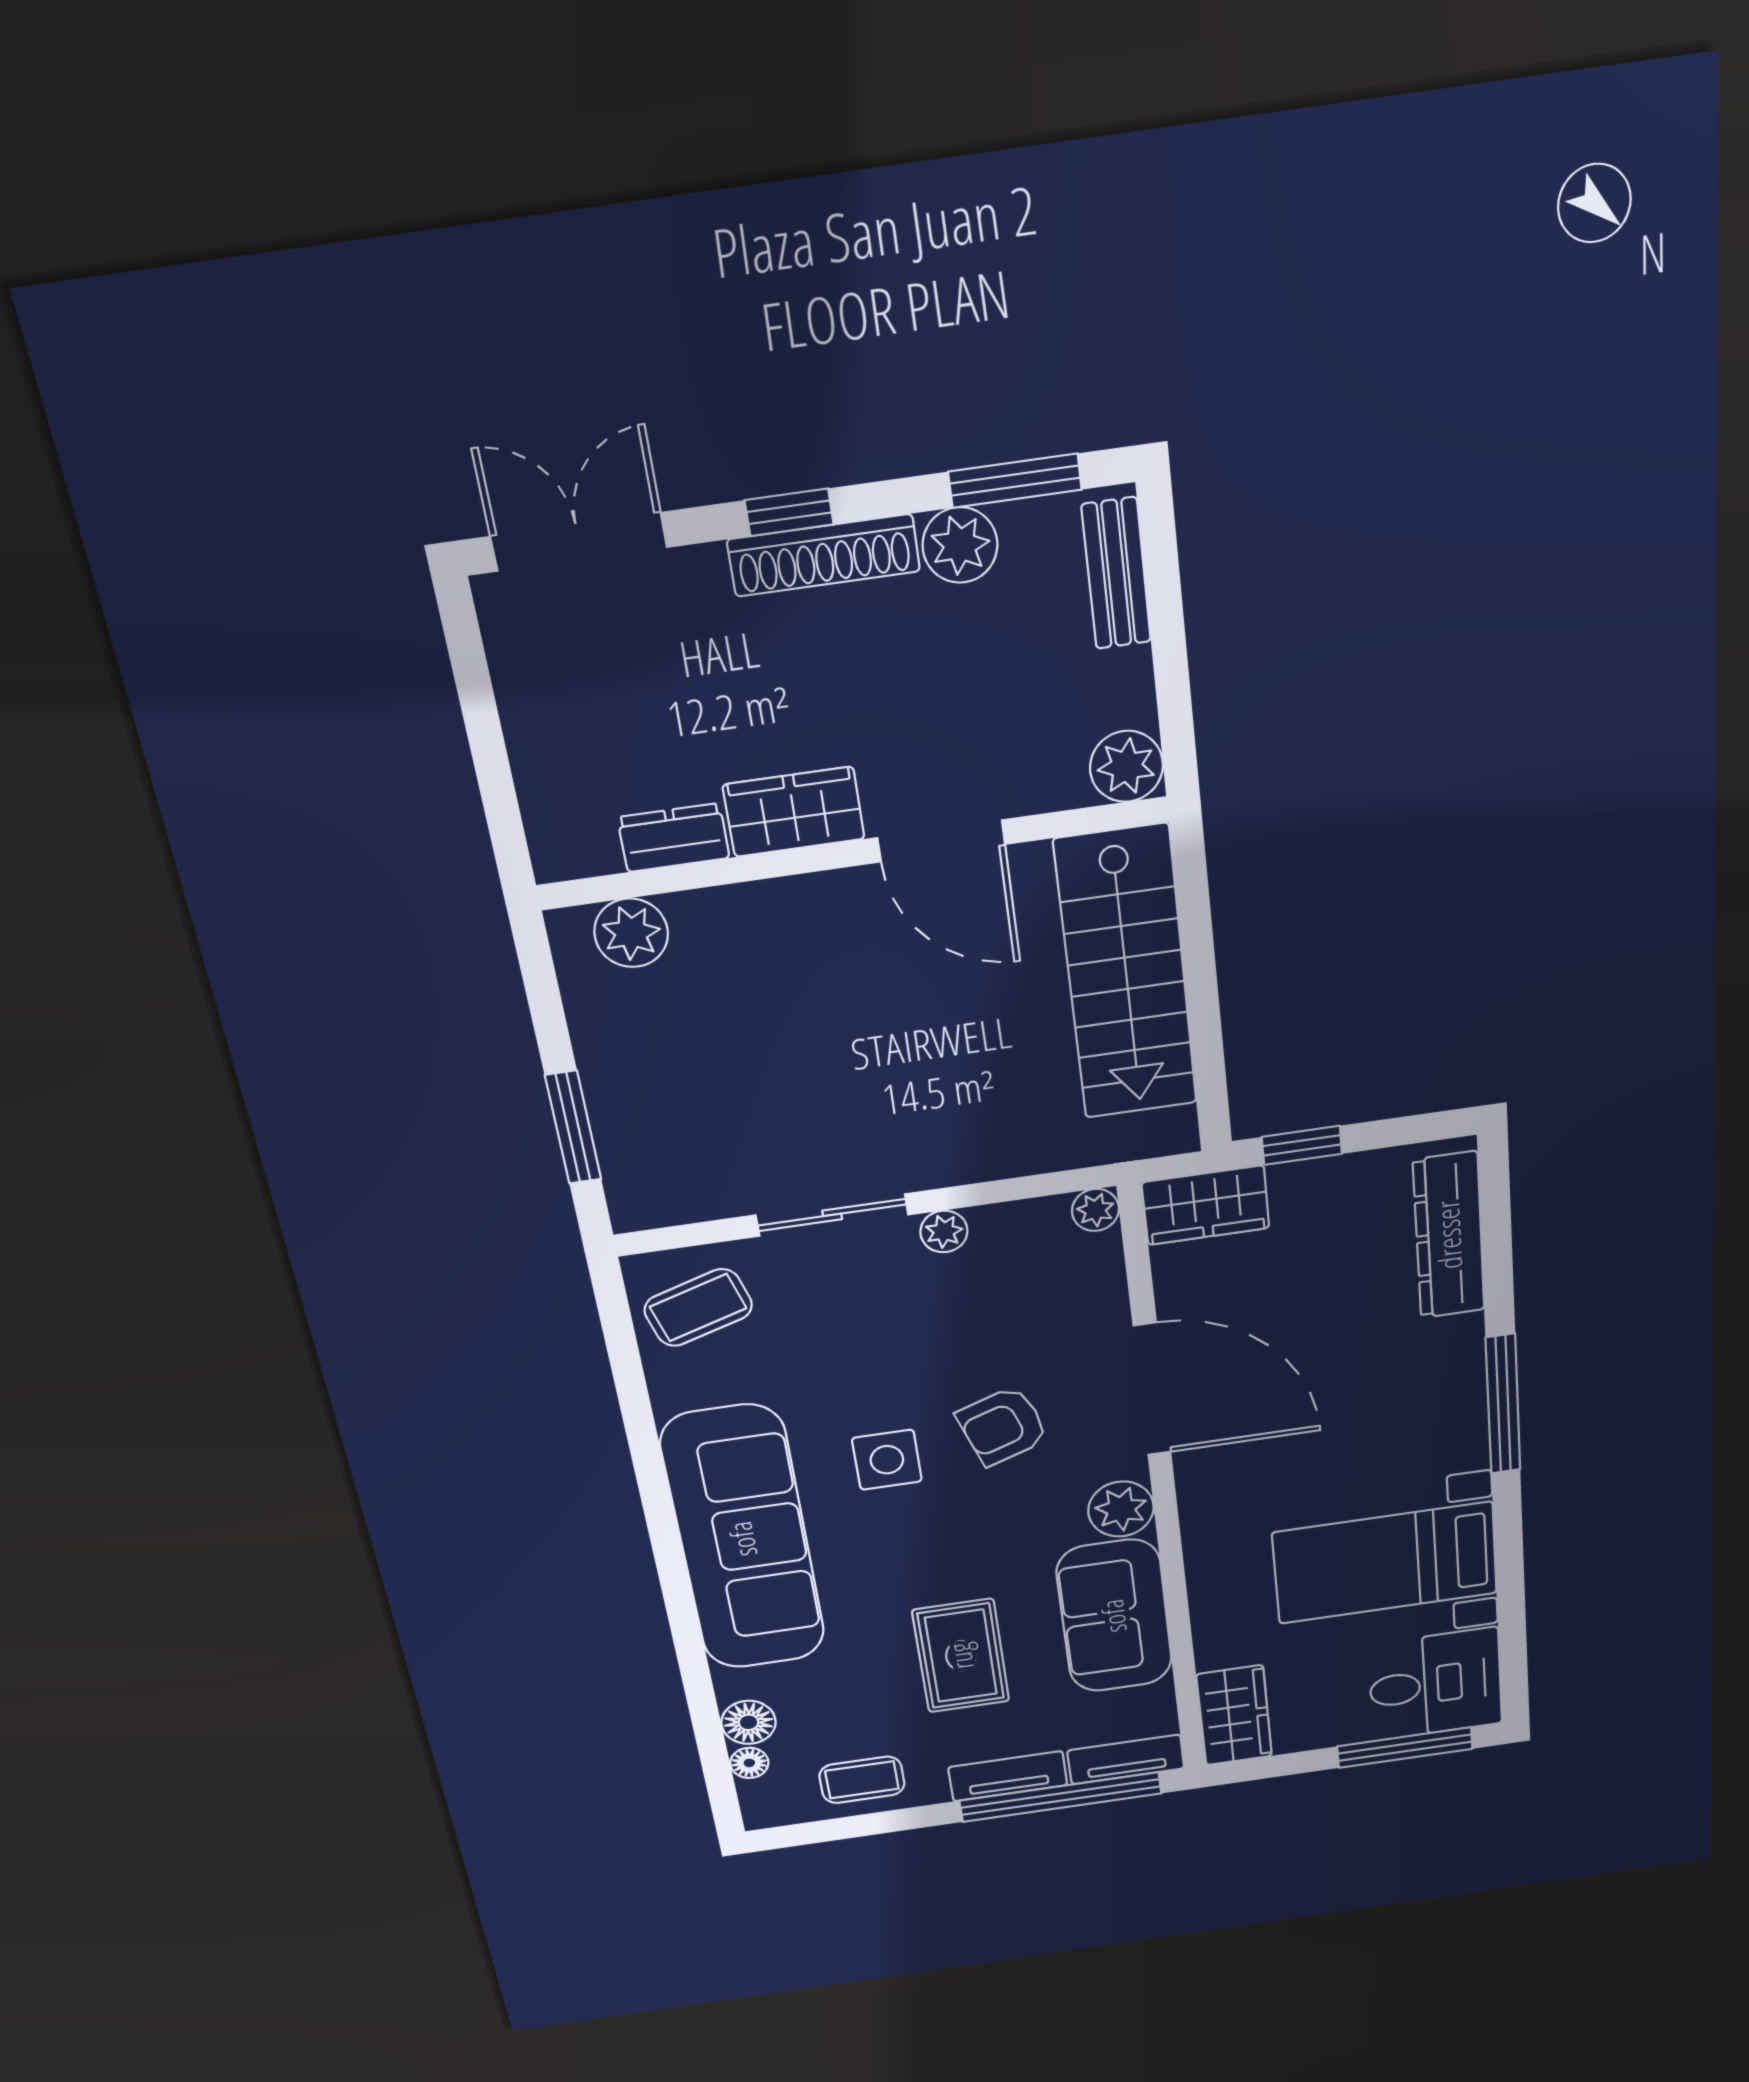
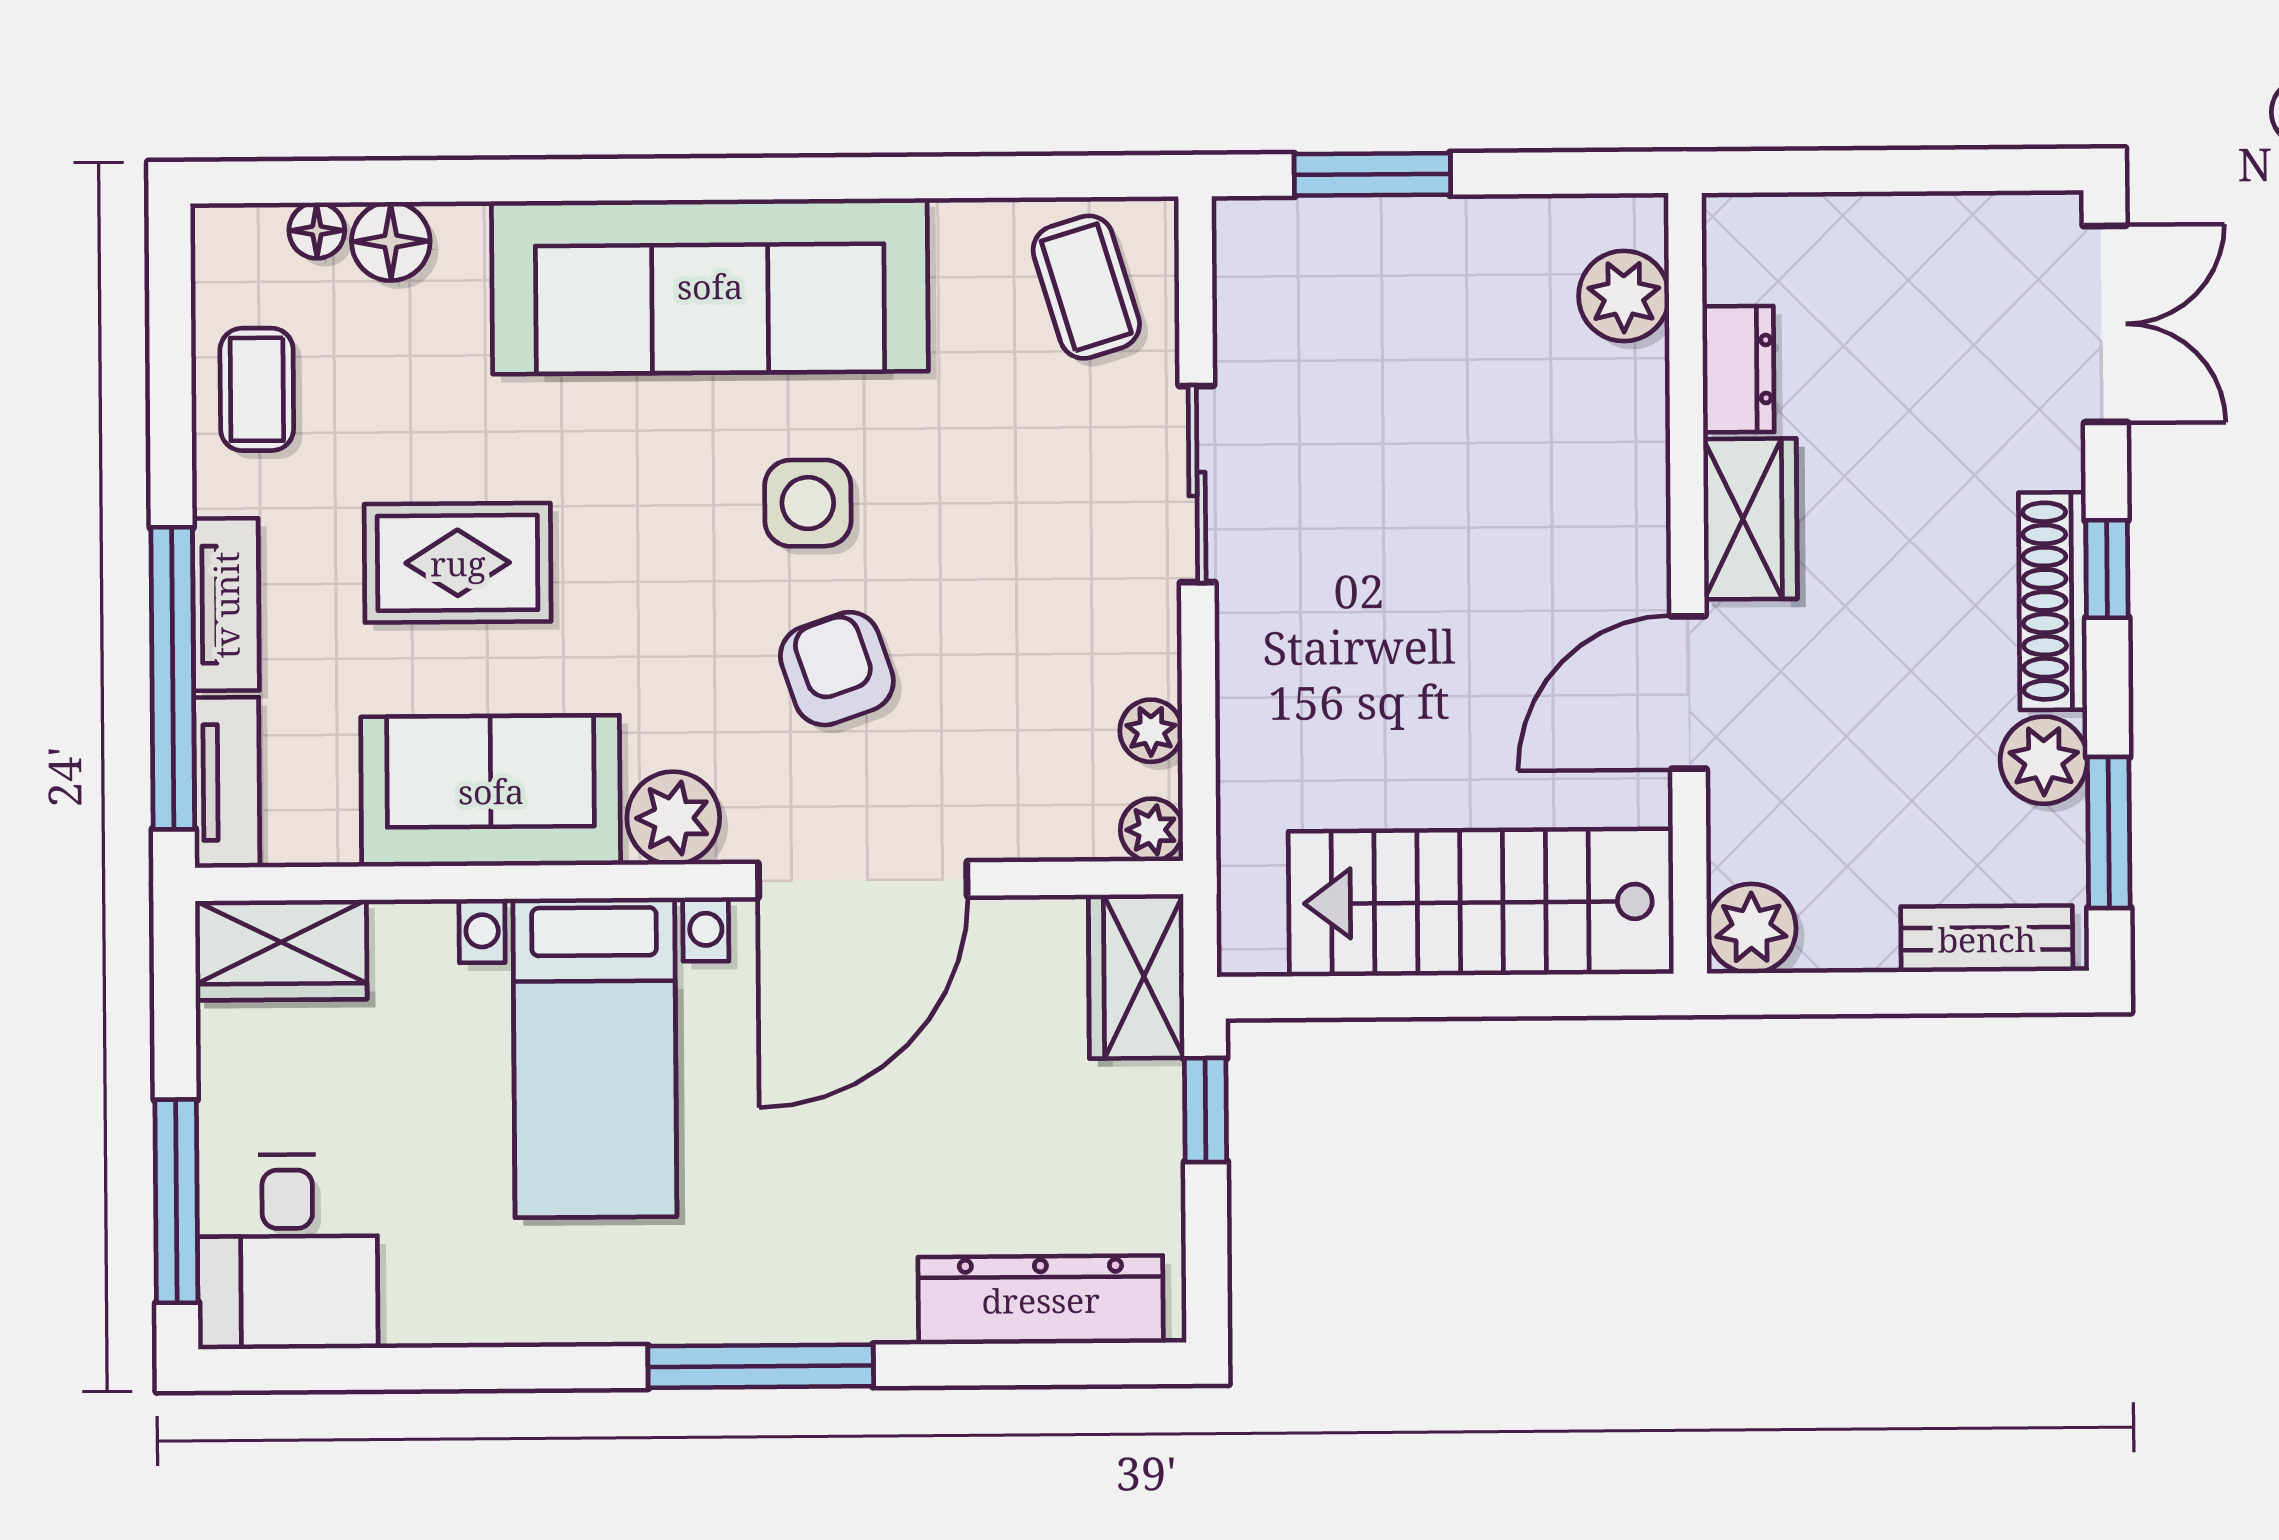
plant: (944, 1231) -> (1151, 731), moved
bed with nightstands: (1385, 1563) -> (595, 1058), moved, turned 180

